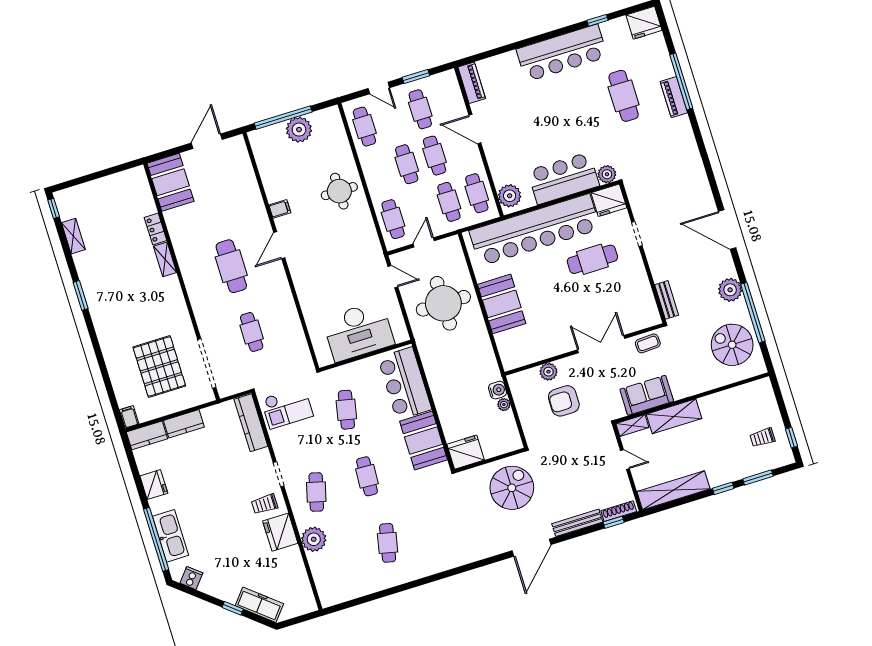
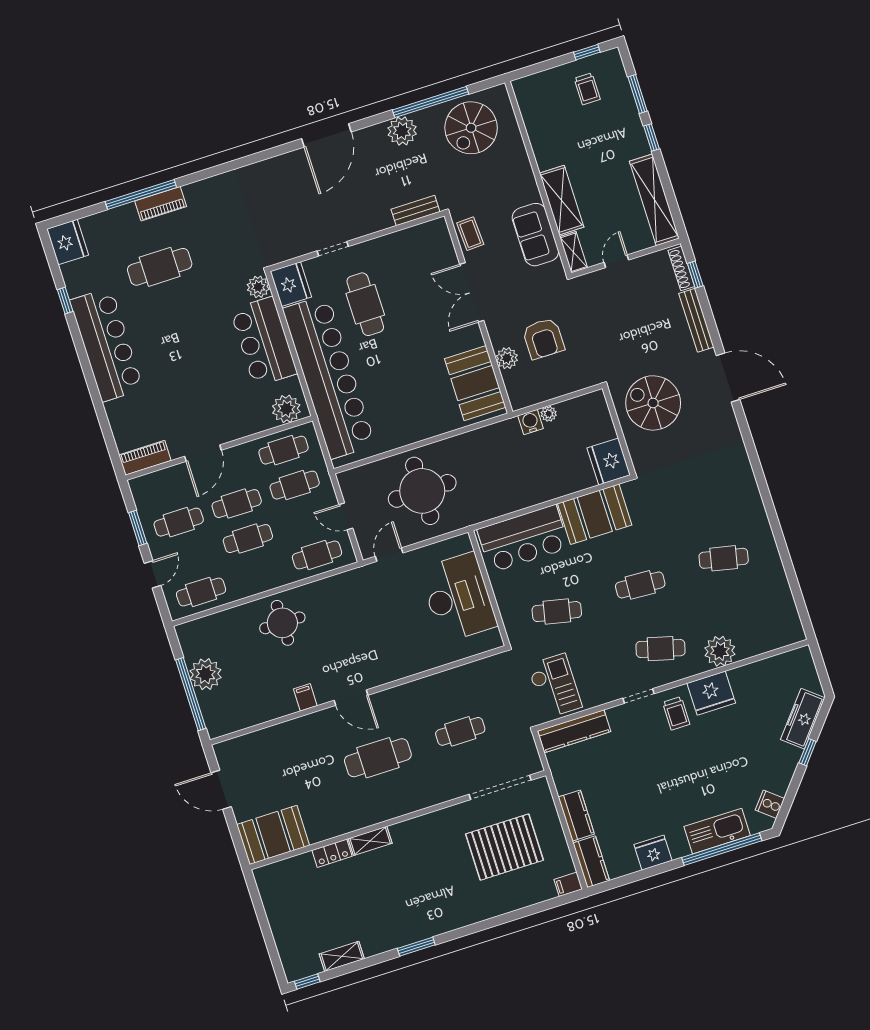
booth: (502, 304) -> (475, 383), moved, turned 90

